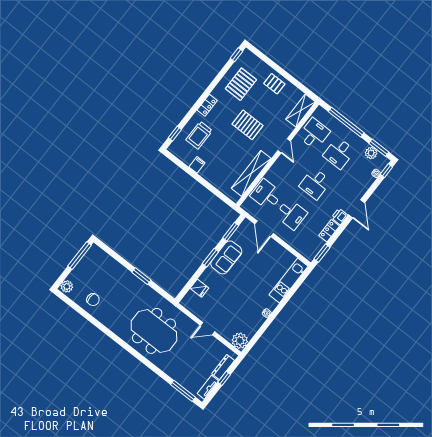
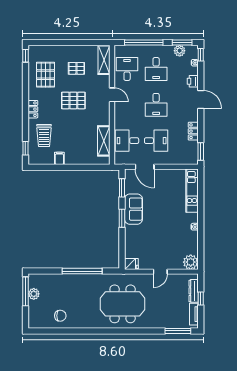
pallet: (274, 84) -> (76, 68), moved
shelving: (251, 173) -> (104, 141), width x0.68
printer: (340, 217) -> (193, 81), moved
window: (141, 276) -> (82, 271), width x2.11
plant: (67, 286) -> (34, 294), moved
fridge: (199, 288) -> (131, 264), moved

